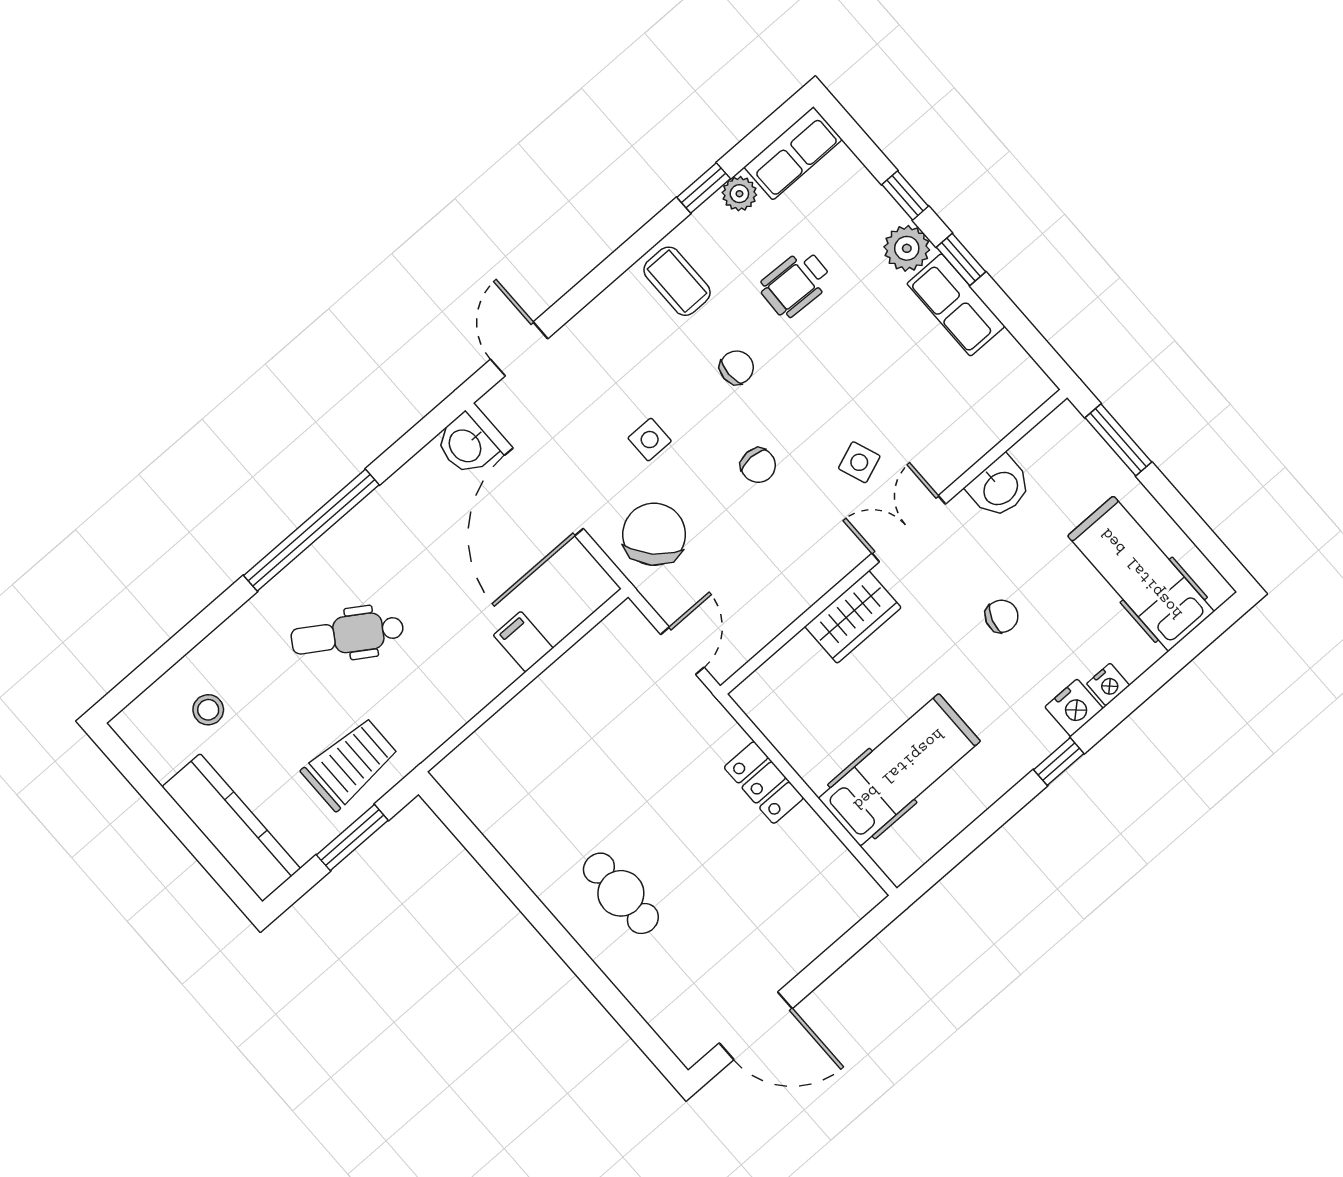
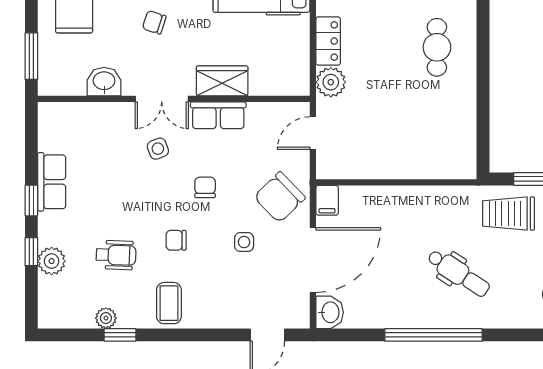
row of seats: (793, 153) -> (218, 115), moved, turned 180
plant: (907, 248) -> (52, 261), moved
filing cabinet: (523, 642) -> (327, 200), moved
plant: (716, 734) -> (331, 82), added

